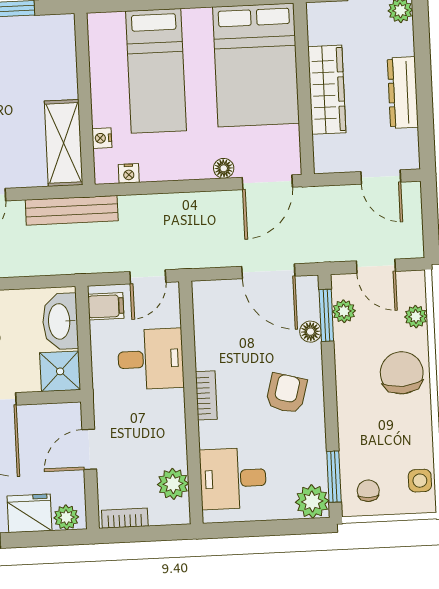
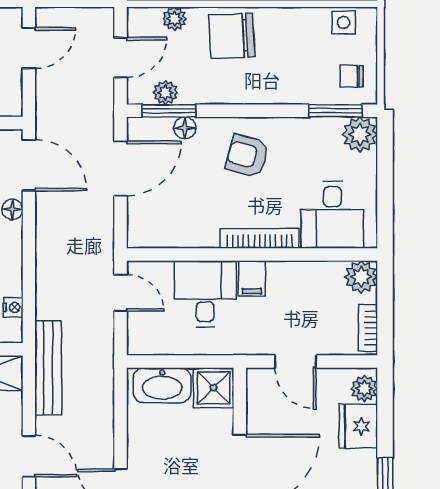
filing cabinet: (106, 306) -> (252, 279), moved, turned 180
bookcase: (206, 395) -> (260, 238), width x1.56
plant: (173, 484) -> (361, 277), moved

